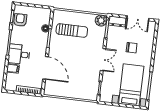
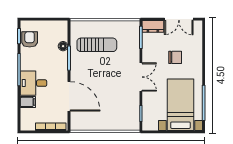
plant: (101, 20) -> (132, 28), removed

